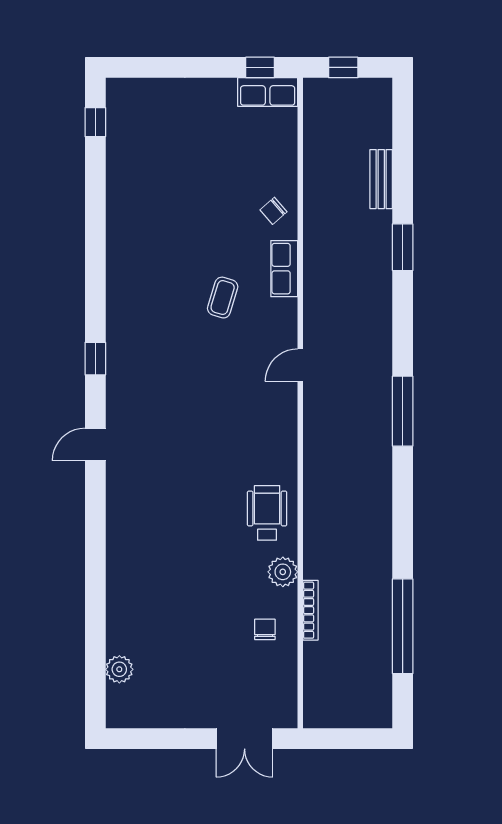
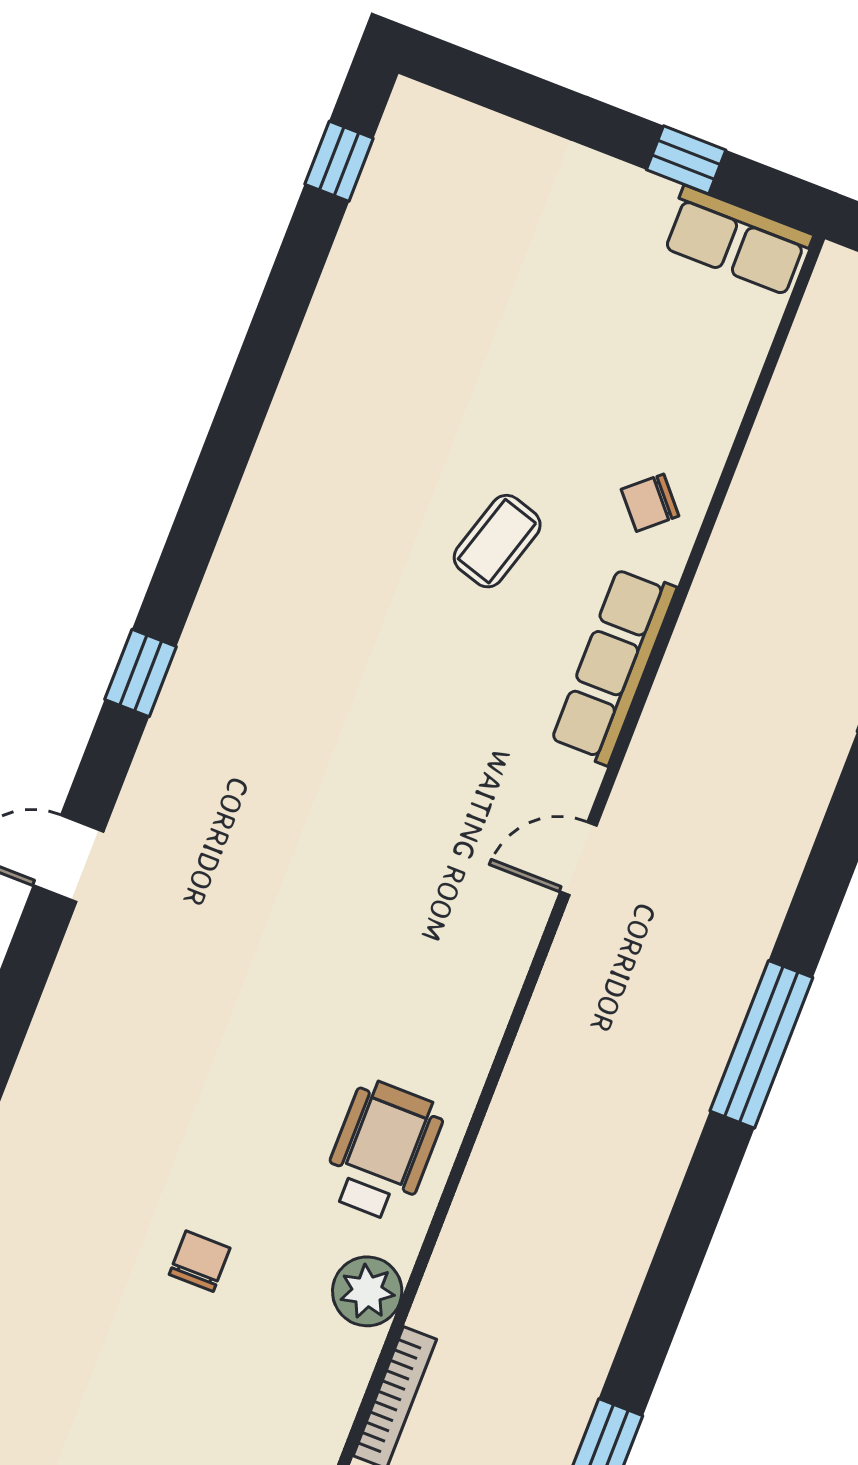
window: (260, 67) -> (686, 160), moved
row of seats: (284, 269) -> (614, 666), width x1.48
coffee table: (223, 298) -> (497, 541), moved
chair: (265, 629) -> (200, 1261), moved

